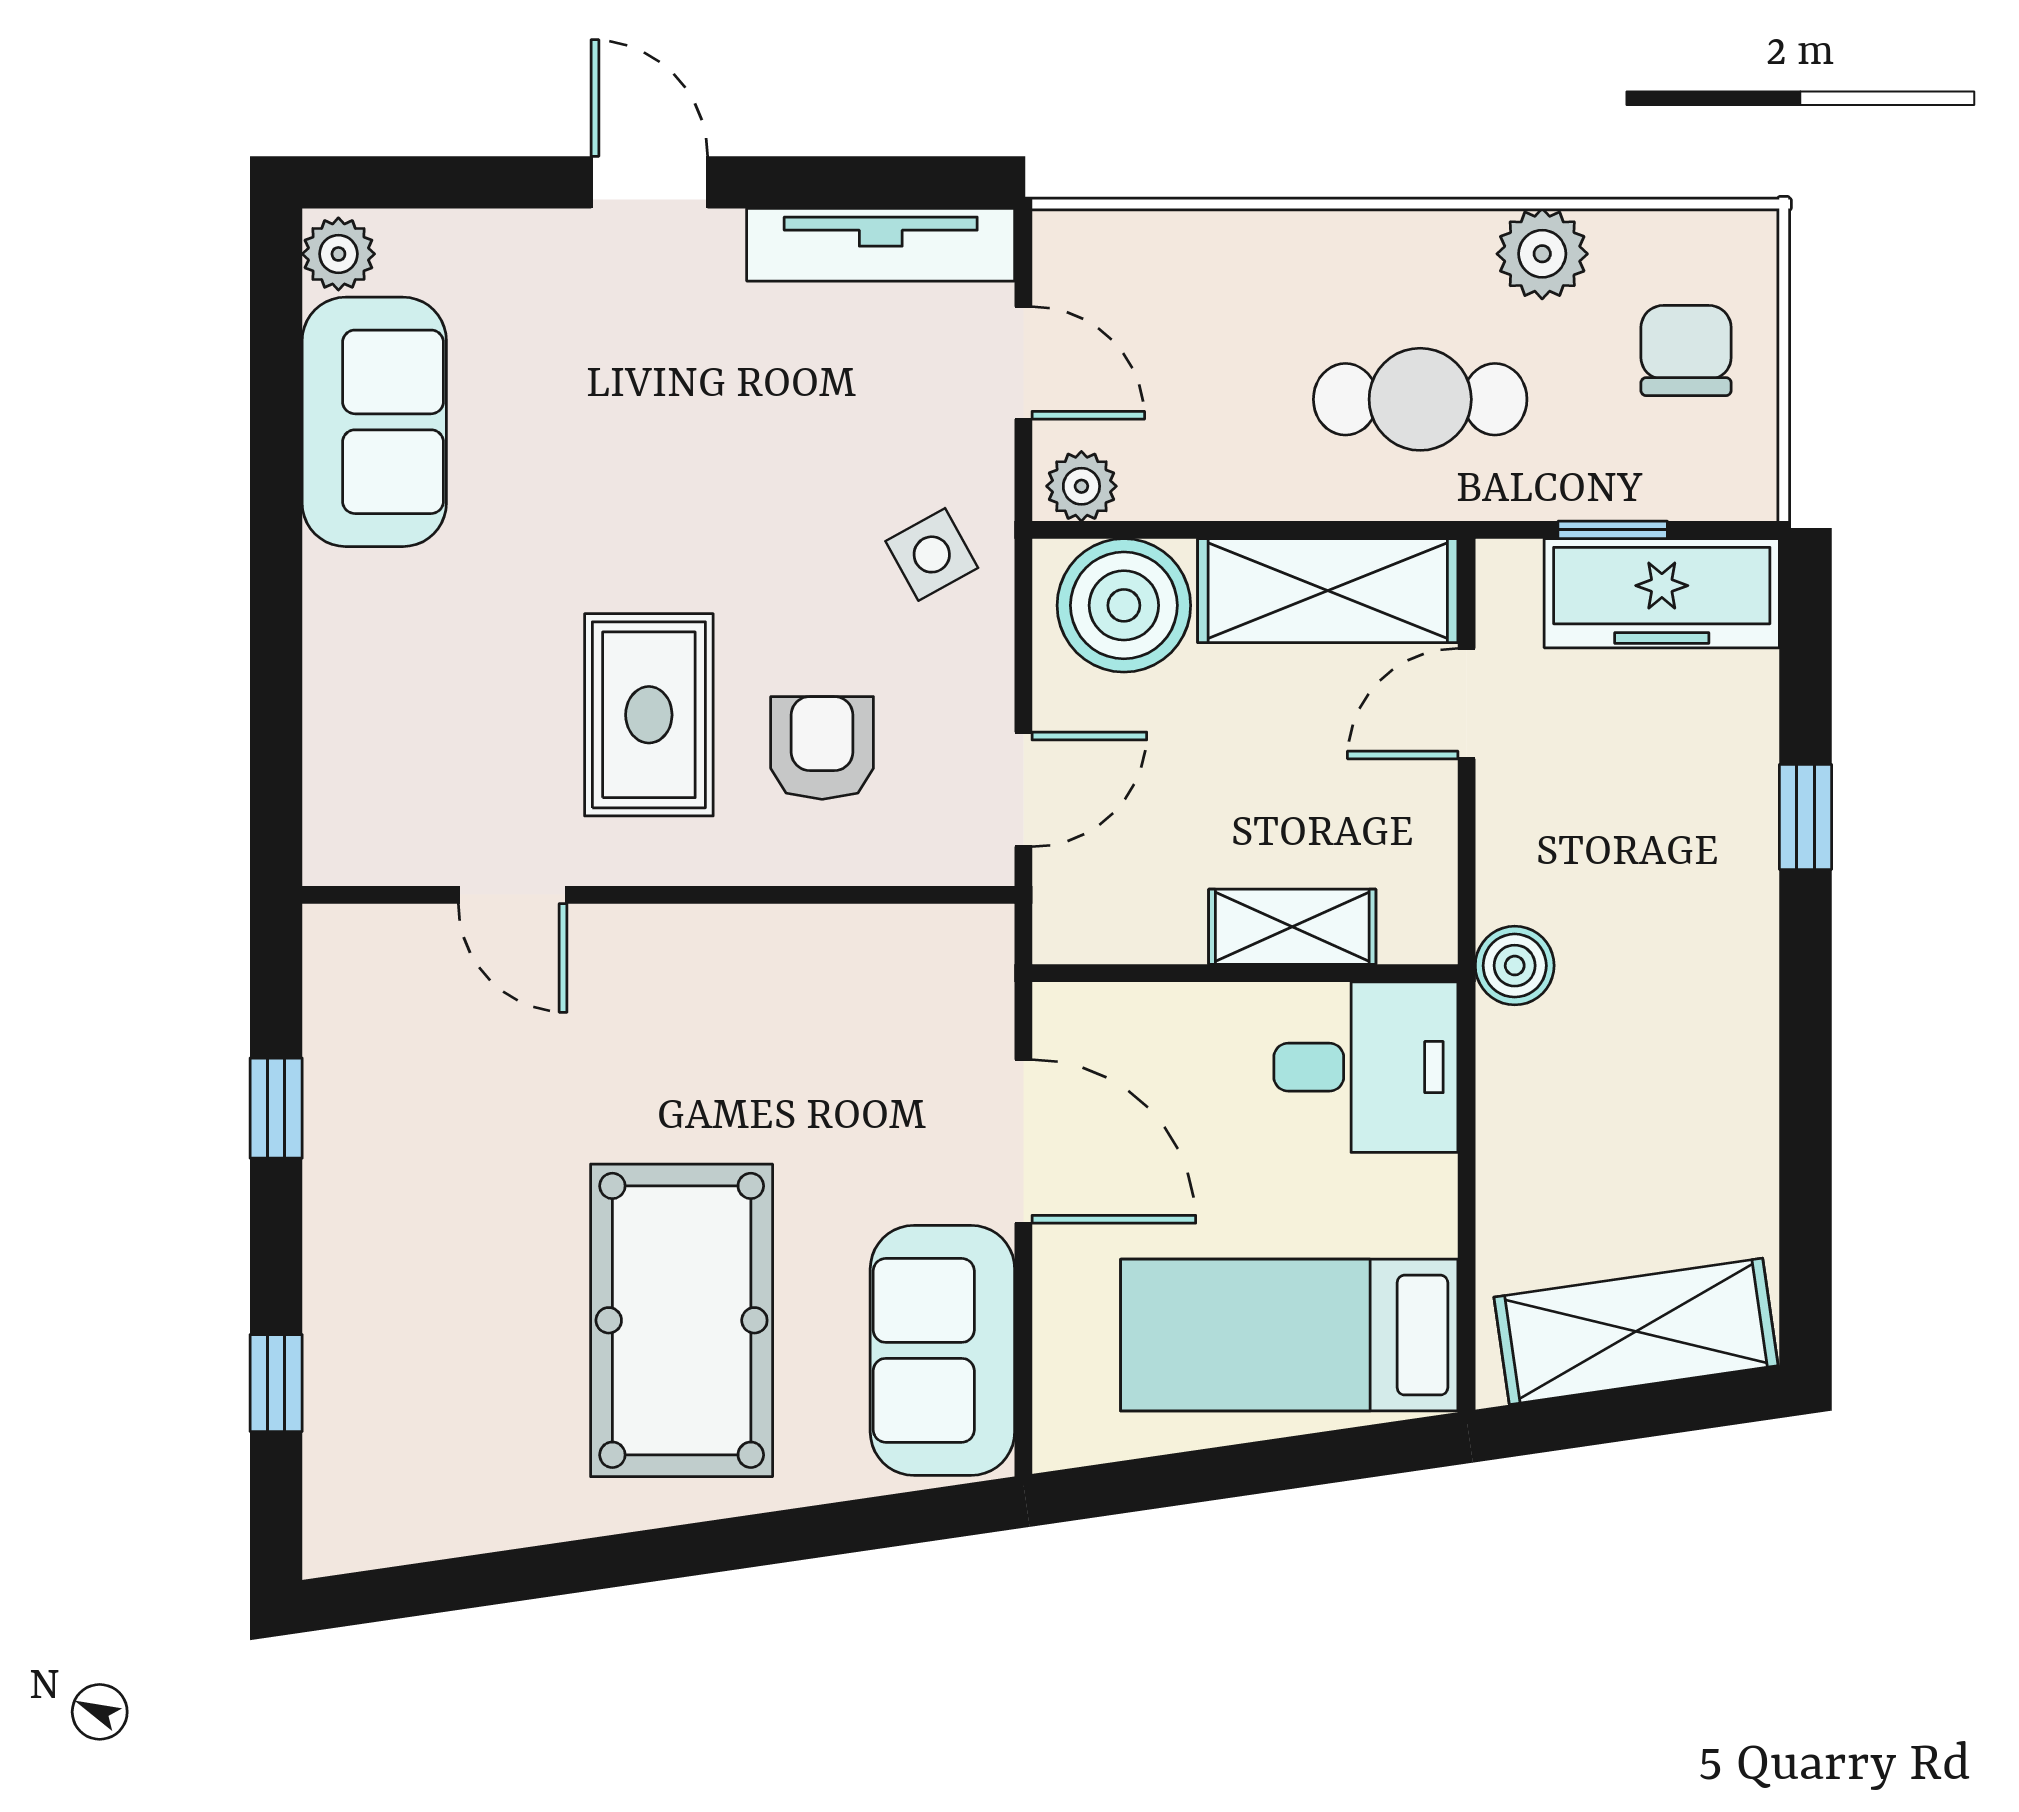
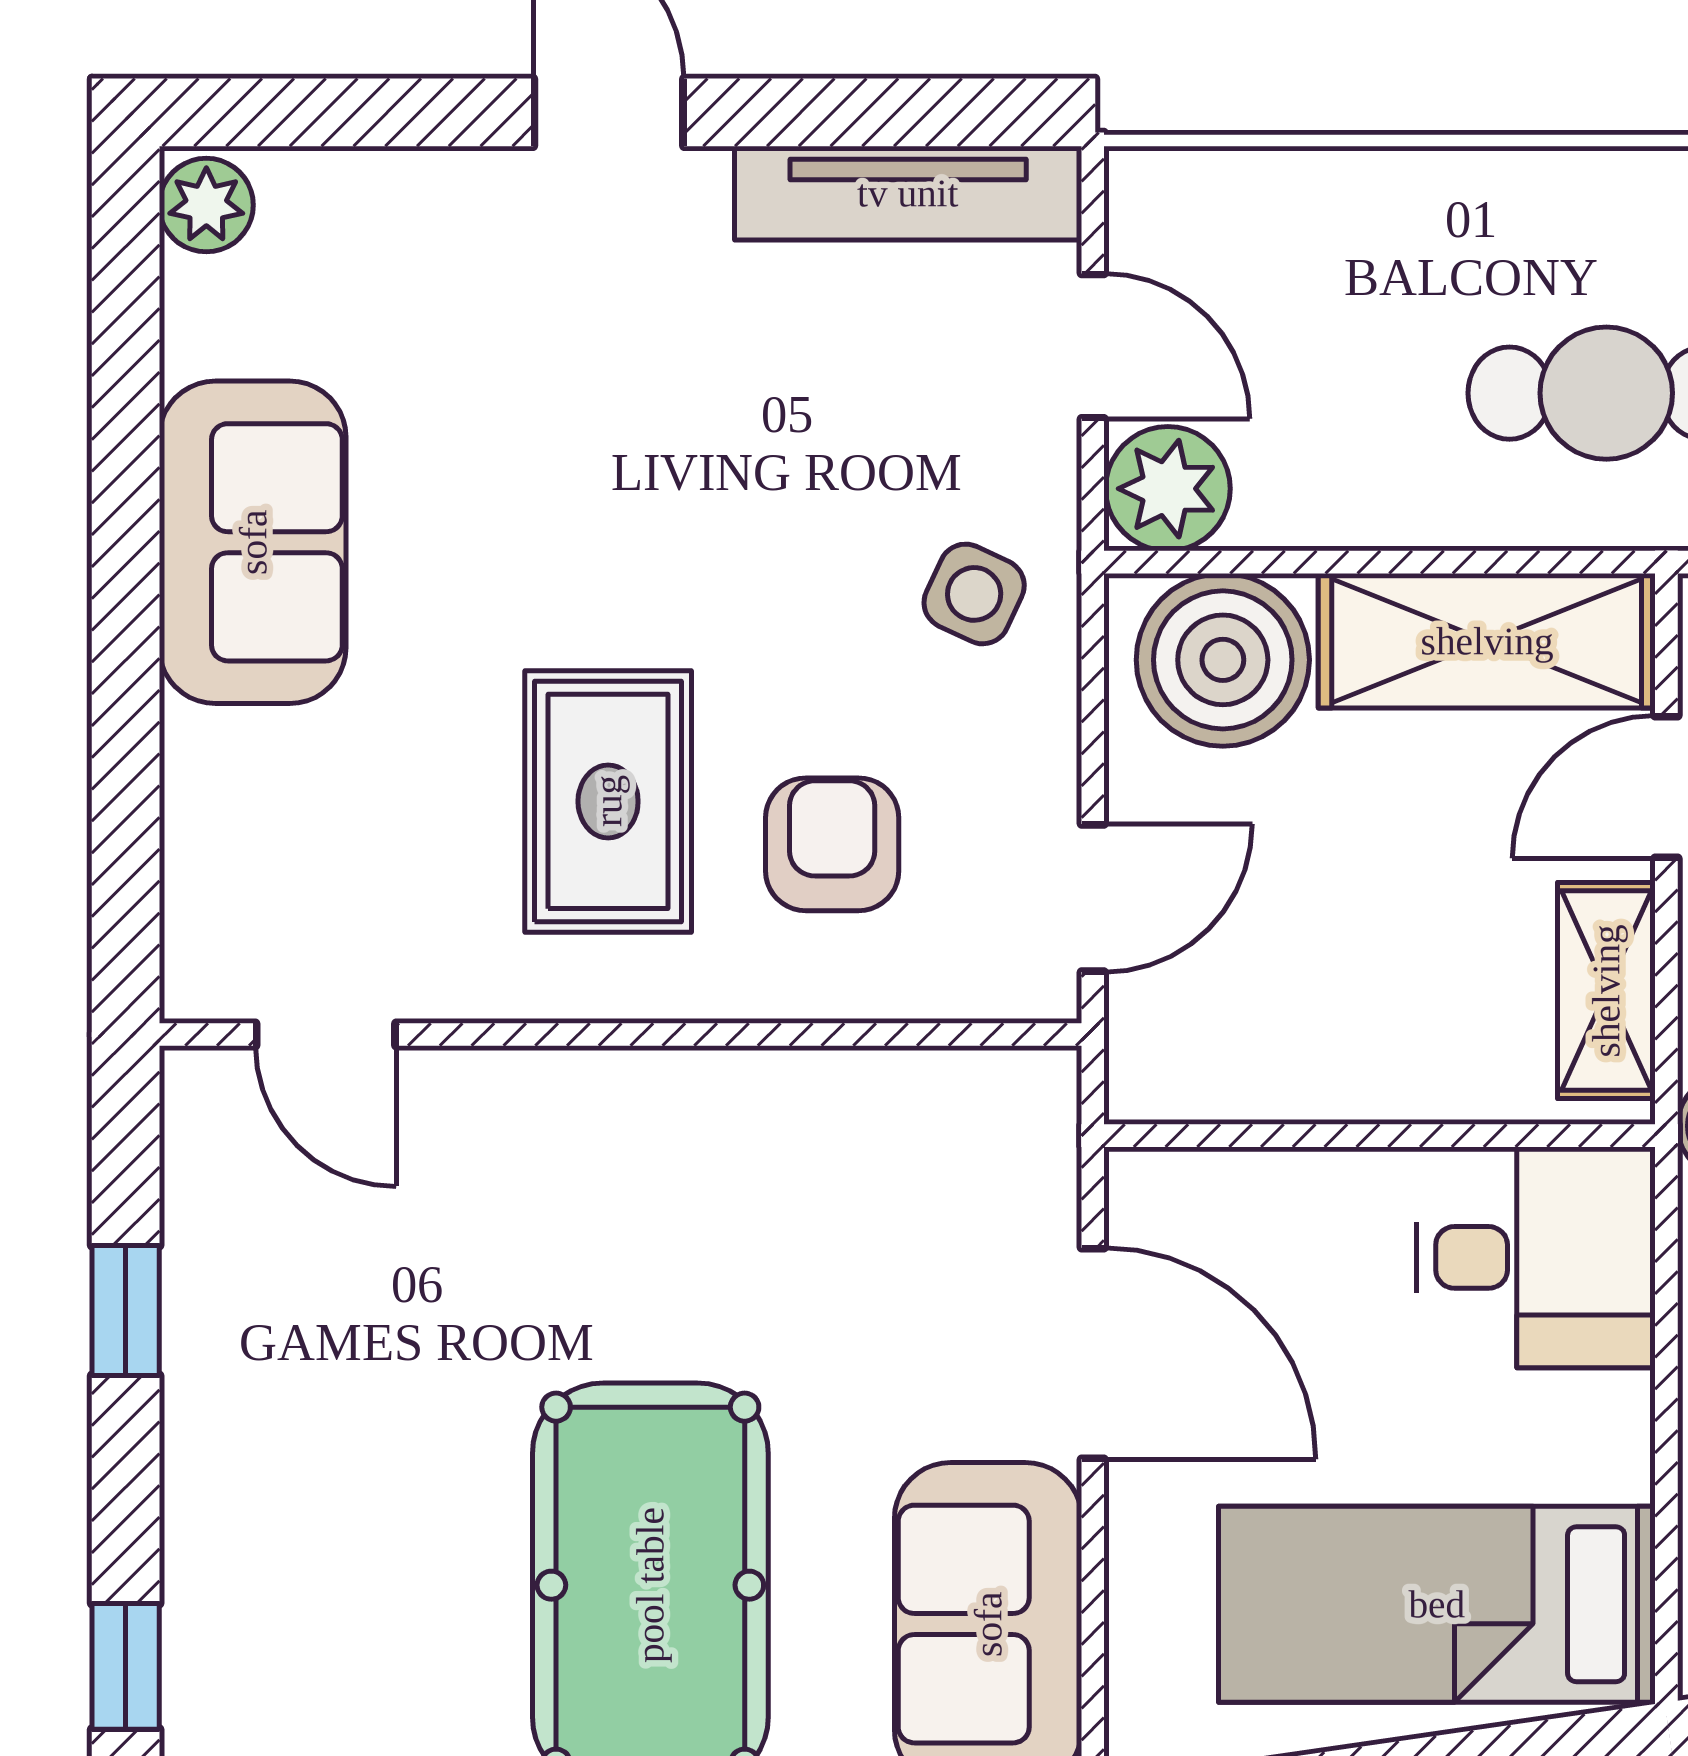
sofa: (374, 422) -> (253, 542), moved
plant: (1081, 486) -> (1168, 489), width x1.38, depth x1.38
side table: (932, 554) -> (974, 594), turned -36
door: (513, 895) -> (326, 1035), moved
shelving: (1292, 927) -> (1606, 991), moved, turned 90

